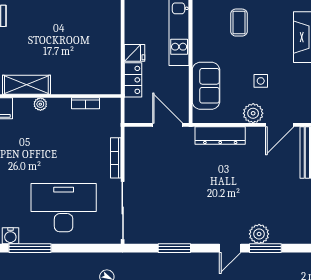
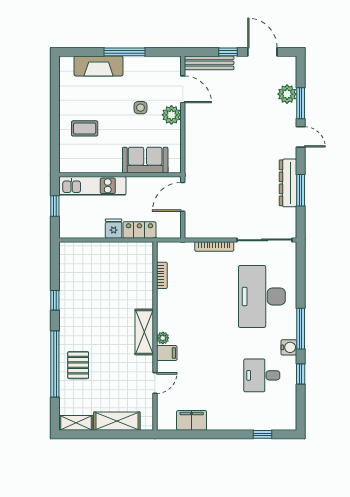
plant: (40, 104) -> (163, 338), moved
dresser: (220, 136) -> (288, 183), moved, turned 180
plant: (259, 234) -> (287, 94), moved

